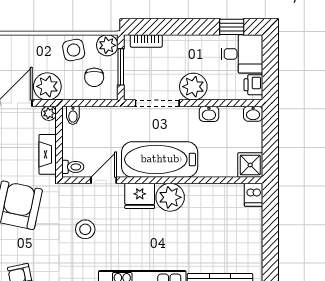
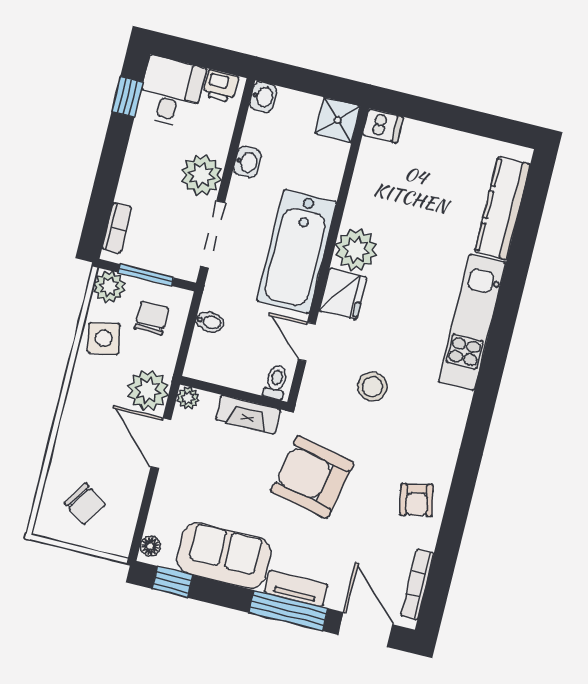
chair: (94, 77) -> (152, 318), turned -90
bidet: (73, 115) -> (210, 322), moved

